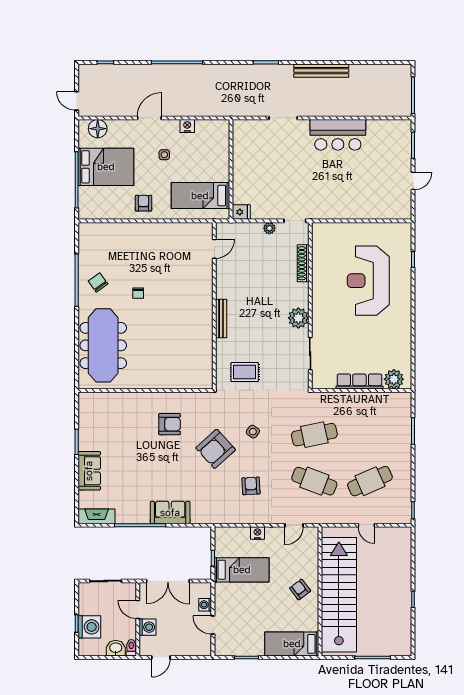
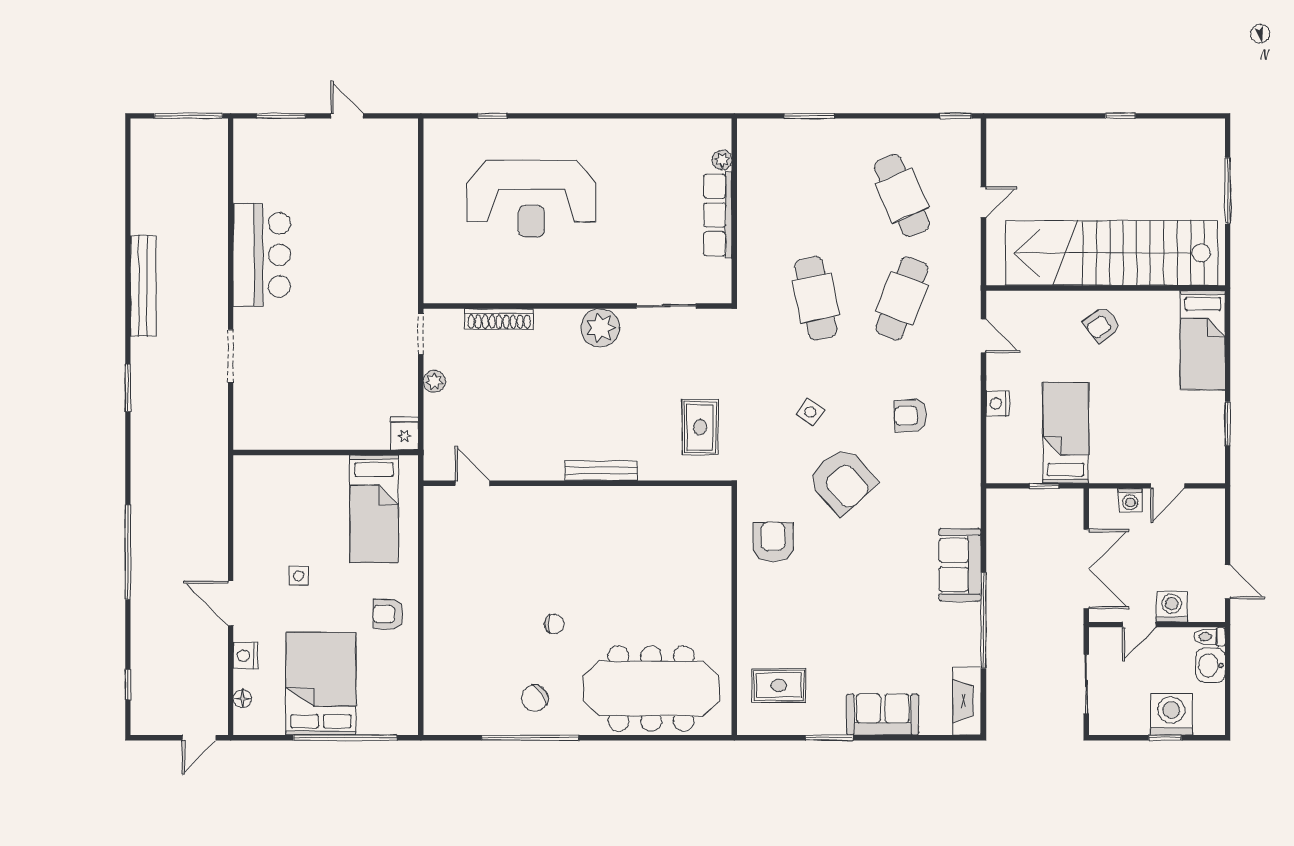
nightstand: (187, 126) -> (245, 656), moved
floor lamp: (98, 129) -> (242, 699), width x0.53, depth x0.53
plant: (394, 379) -> (722, 160), width x0.53, depth x0.53
rug: (105, 415) -> (779, 685), added
armchair: (170, 424) -> (773, 542), moved

